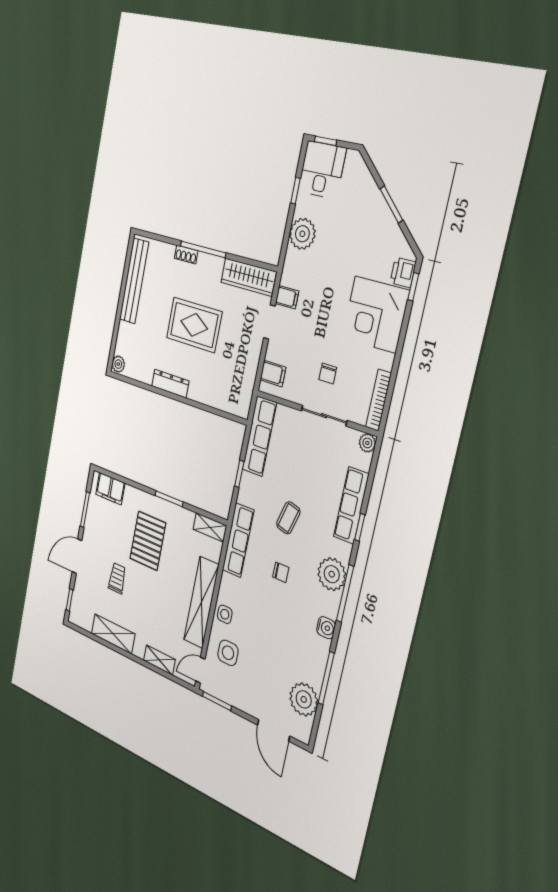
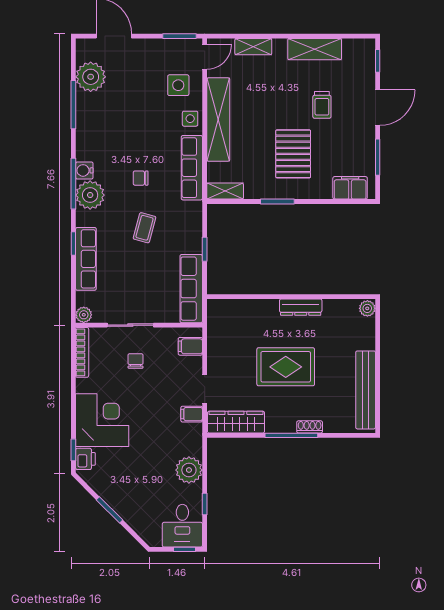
row of seats: (238, 540) -> (192, 168), moved
water cooler: (326, 628) -> (84, 170), moved

